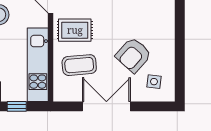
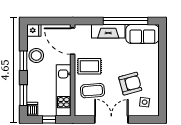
armchair: (133, 55) -> (130, 84), turned -147

